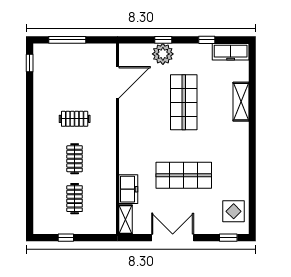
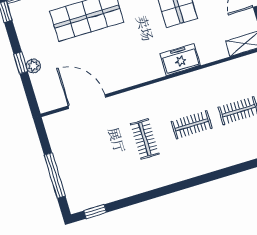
plant: (163, 54) -> (33, 66), width x0.53, depth x0.53
freezer: (128, 189) -> (180, 60), moved

